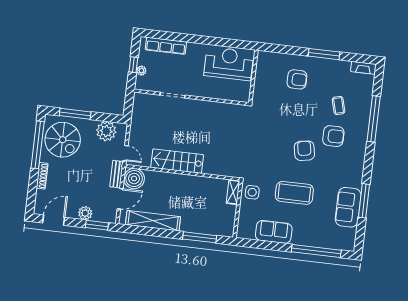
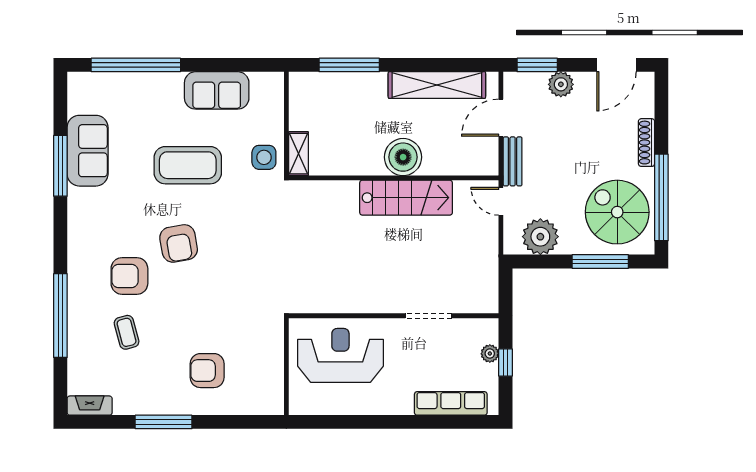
reception desk: (229, 64) -> (340, 355), moved, turned 180
boiler: (134, 179) -> (403, 157), moved

